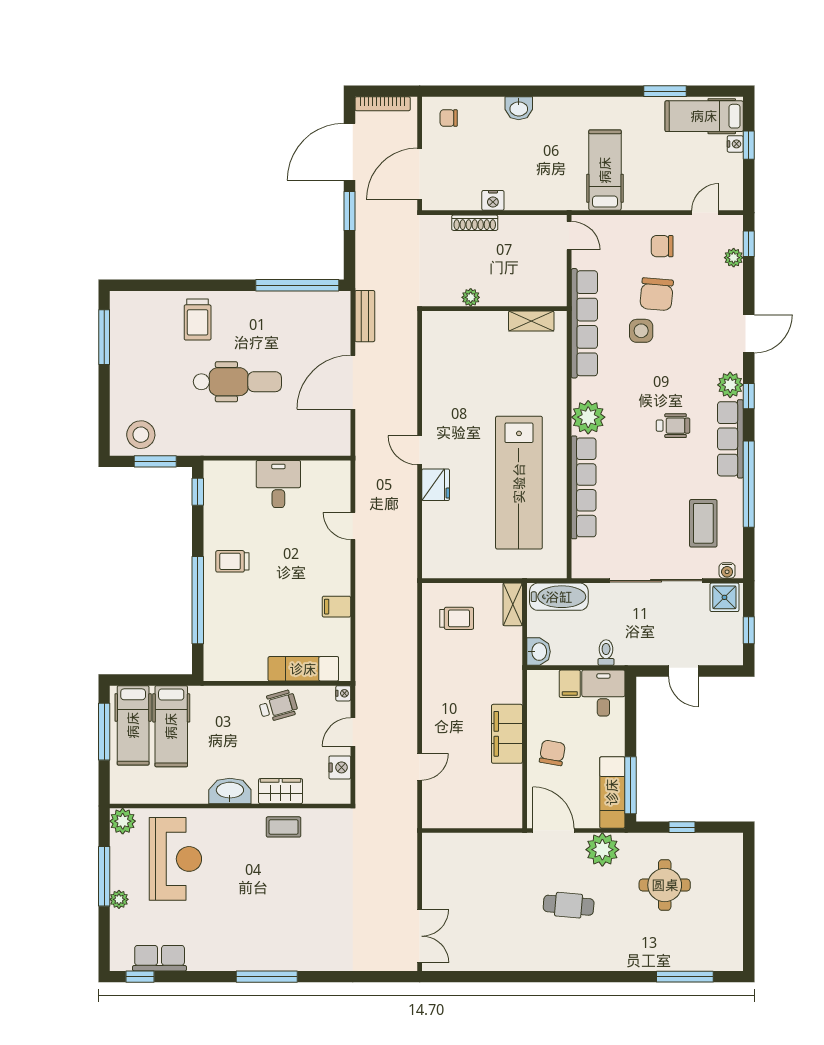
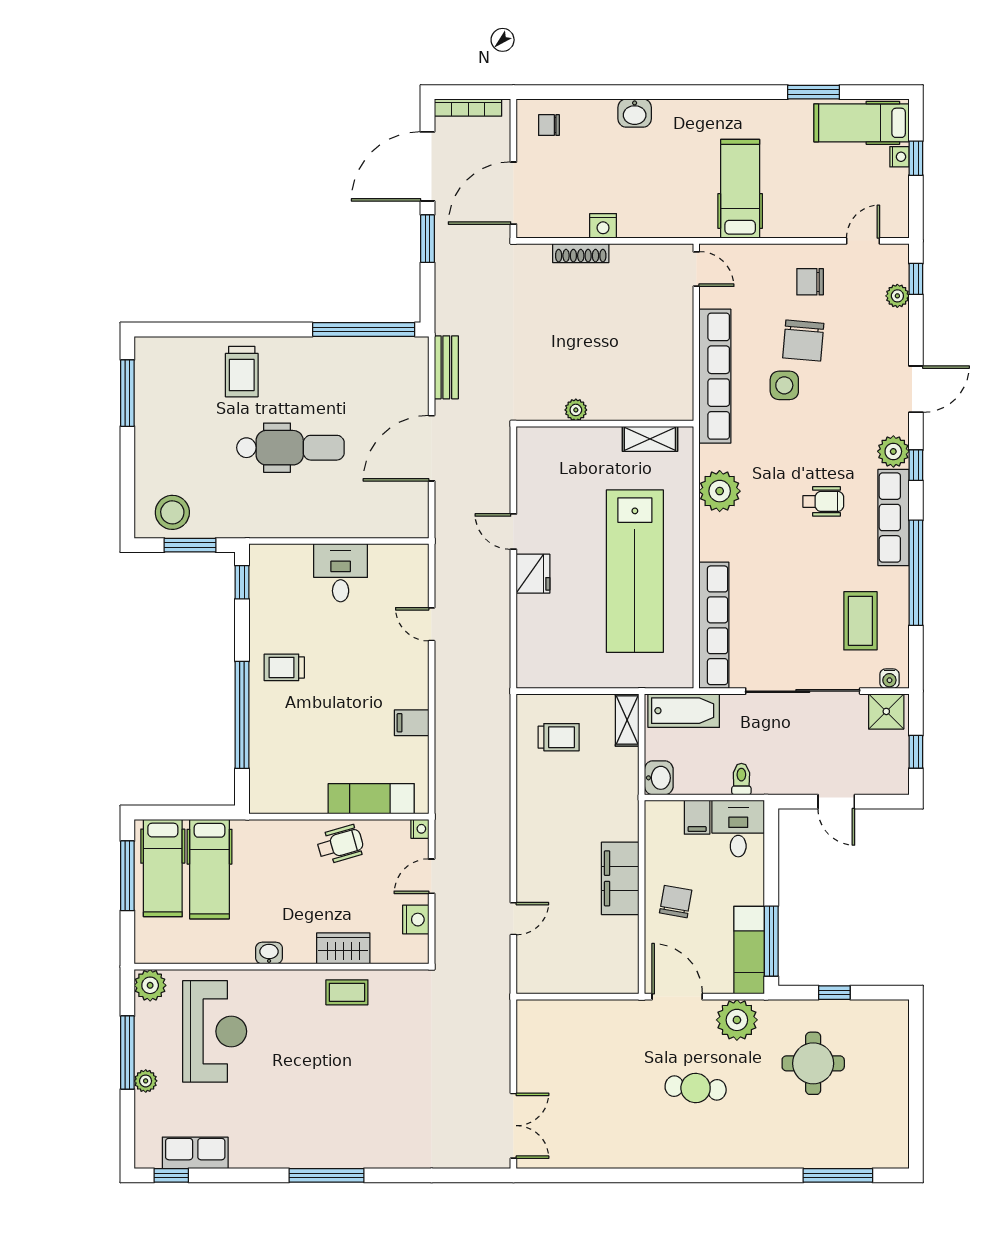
plant: (471, 297) -> (576, 410), moved
wall: (494, 309) -> (605, 424), moved
shelving: (531, 321) -> (650, 439), moved
row of seats: (584, 487) -> (714, 625), moved
washbasin: (230, 791) -> (269, 953), width x0.52, depth x0.69

